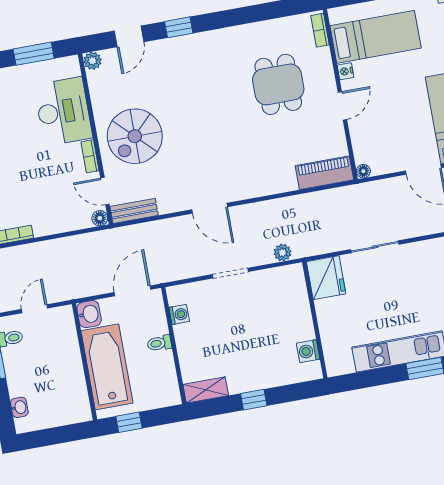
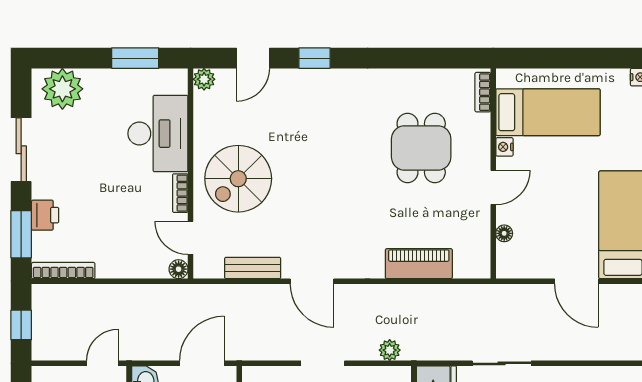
floor lamp: (363, 171) -> (504, 233), moved
piano: (324, 173) -> (419, 264), moved
bench: (134, 211) -> (253, 268), moved
door: (34, 309) -> (102, 363), moved

